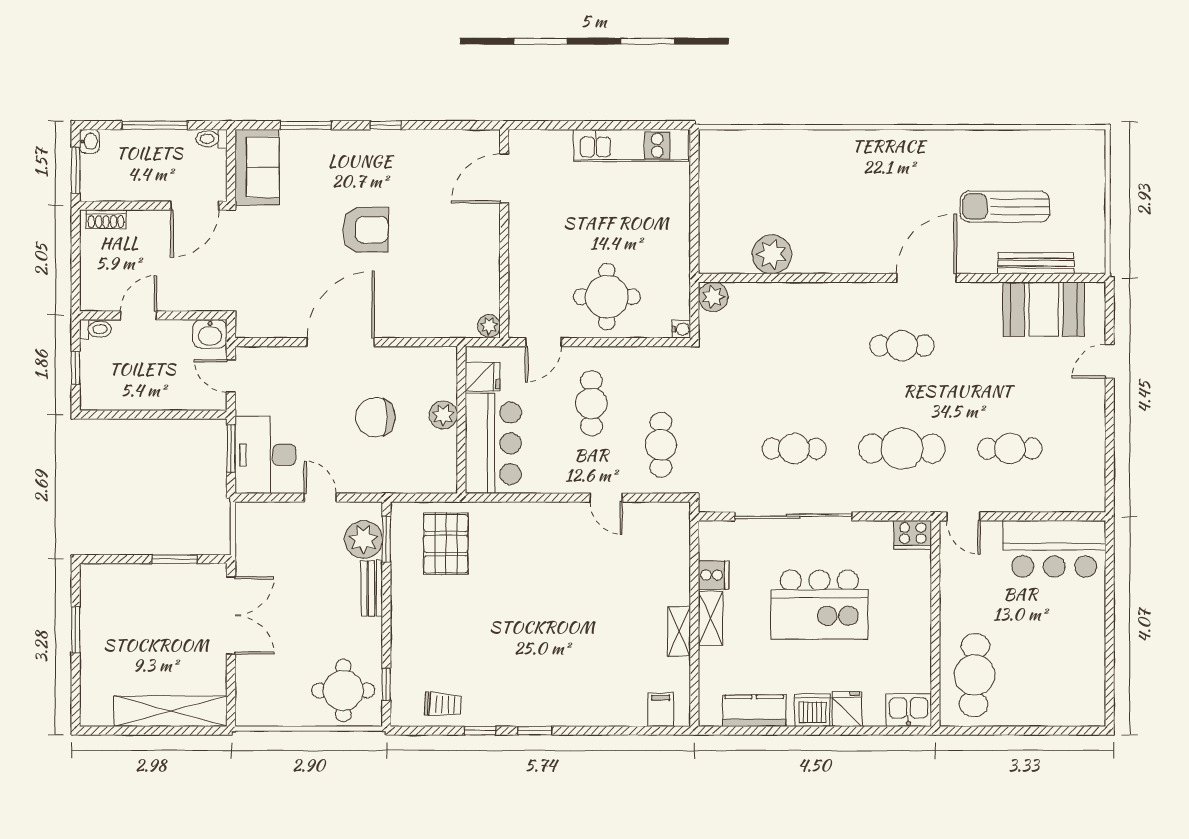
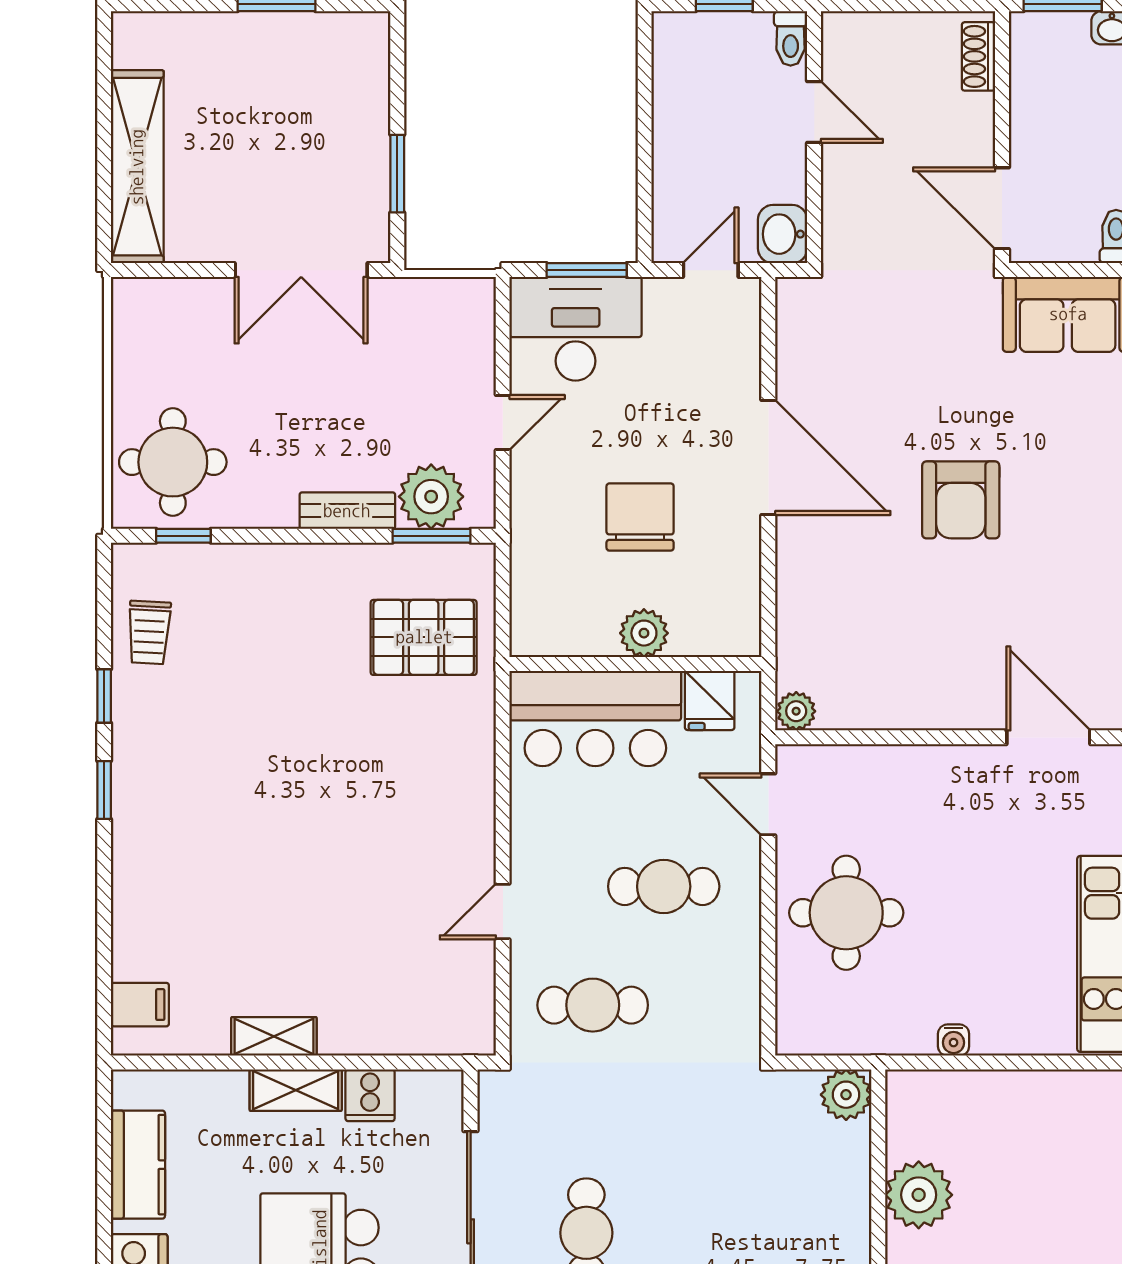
water cooler: (681, 329) -> (954, 1040), moved

